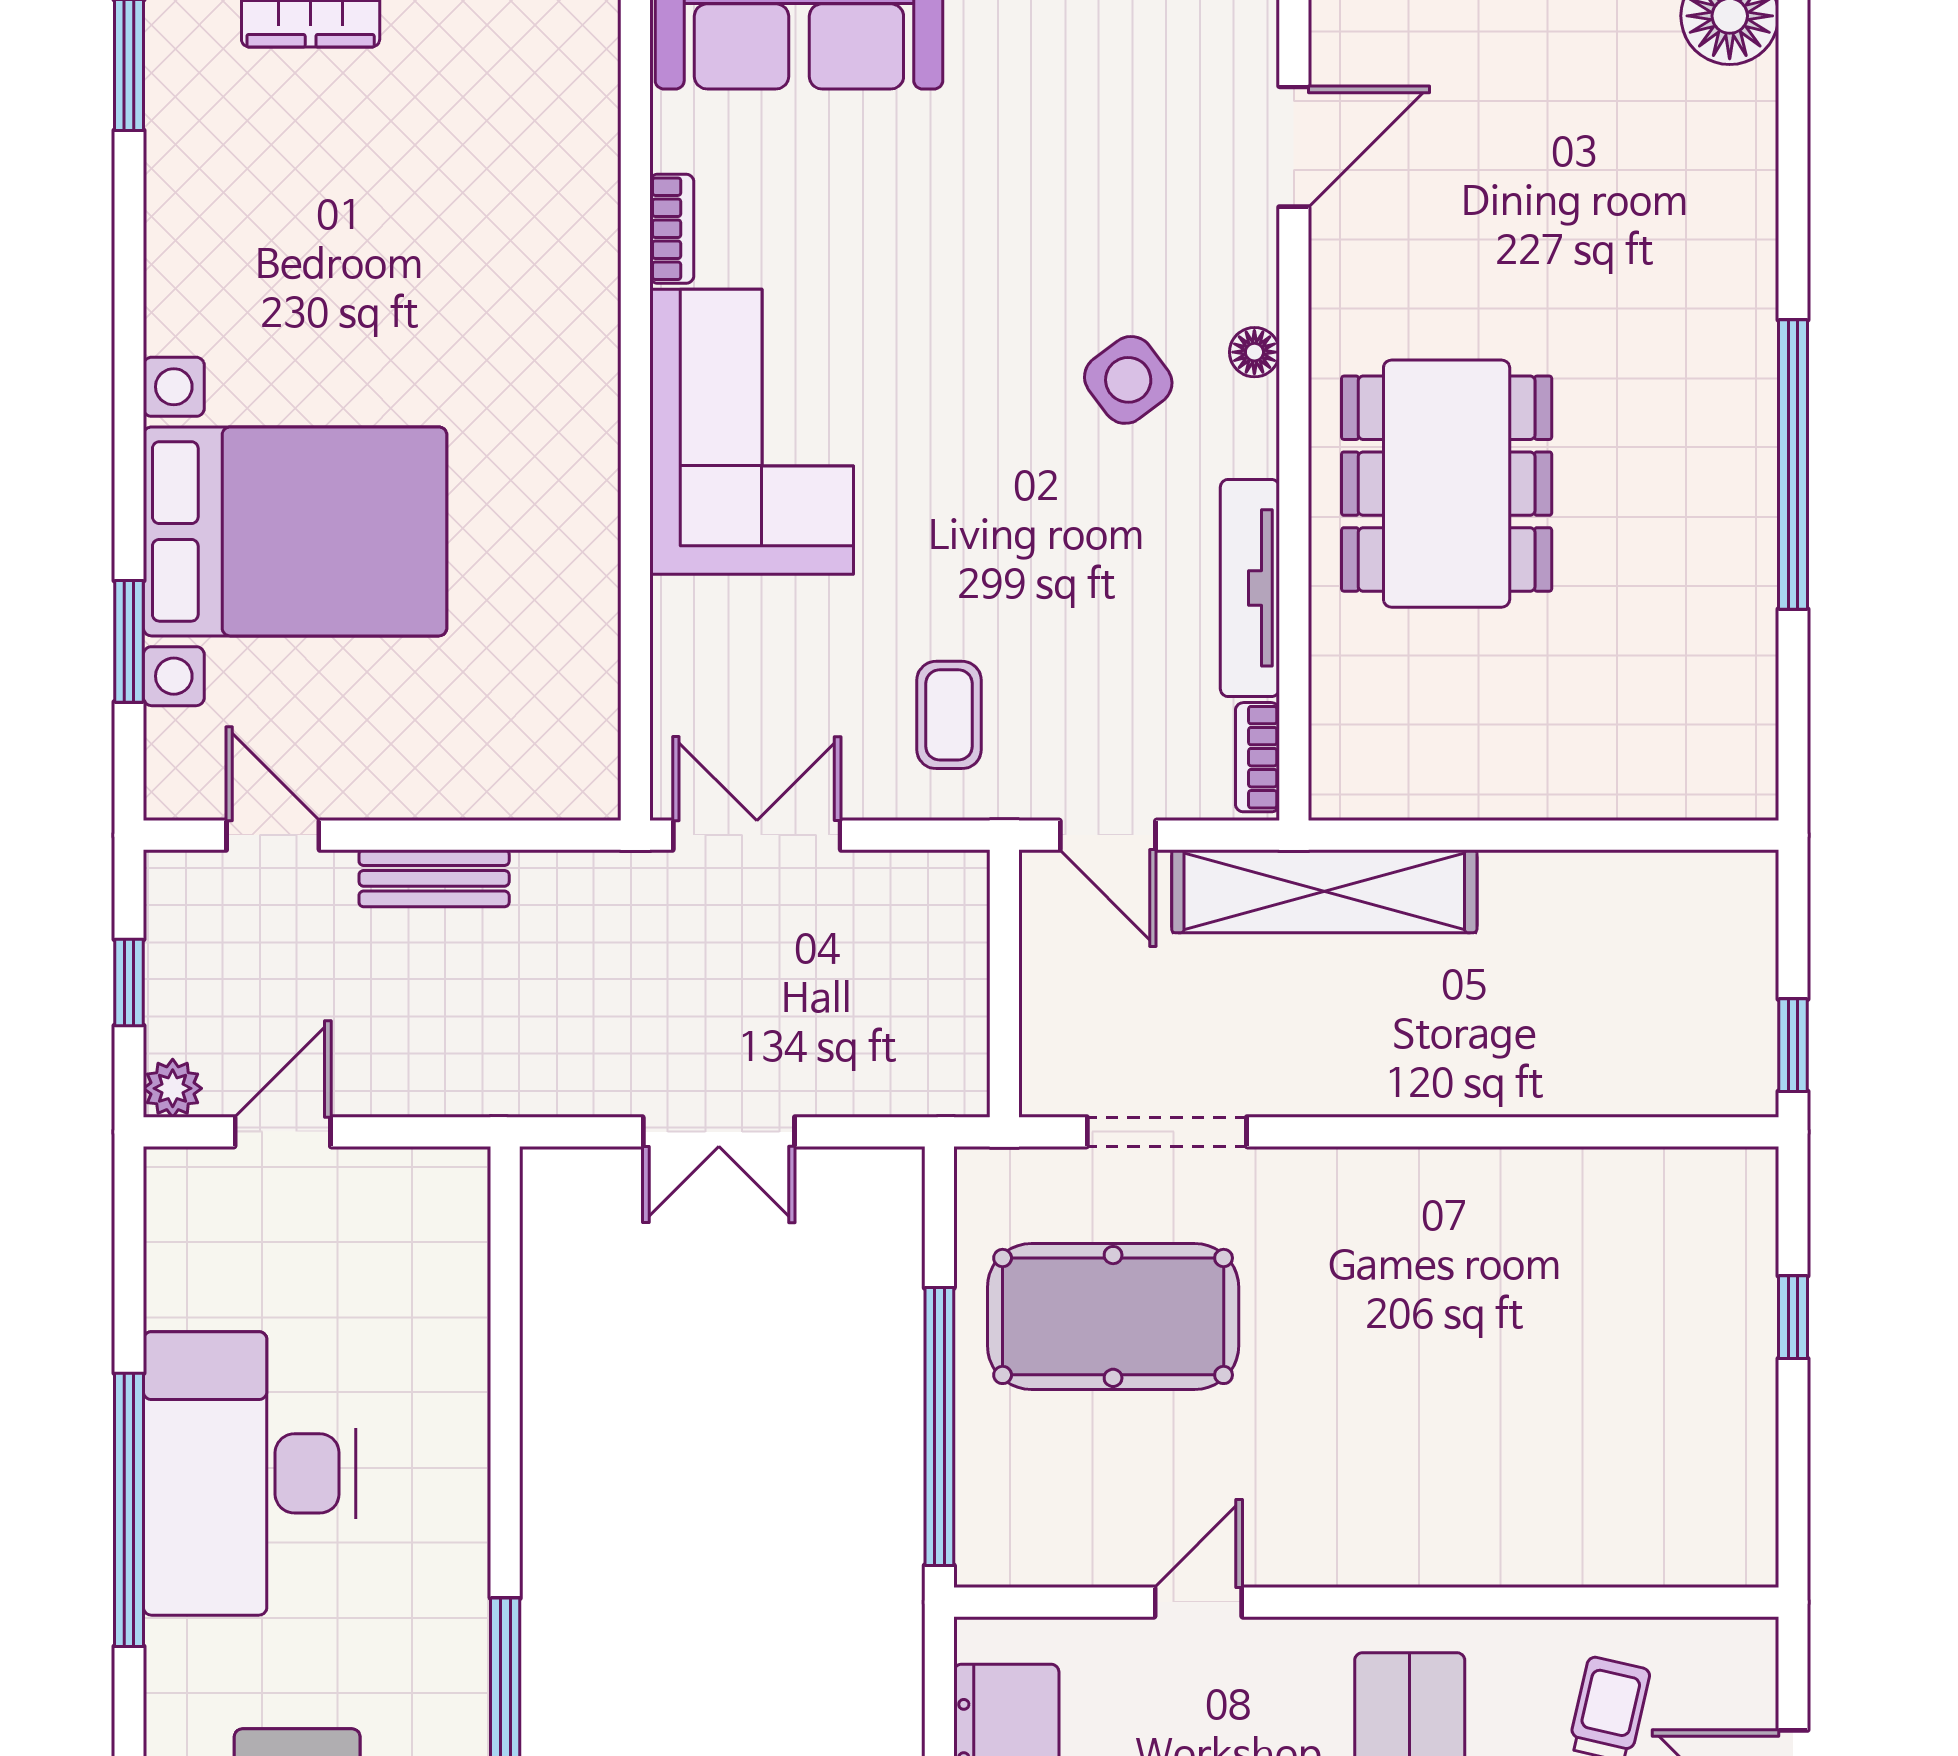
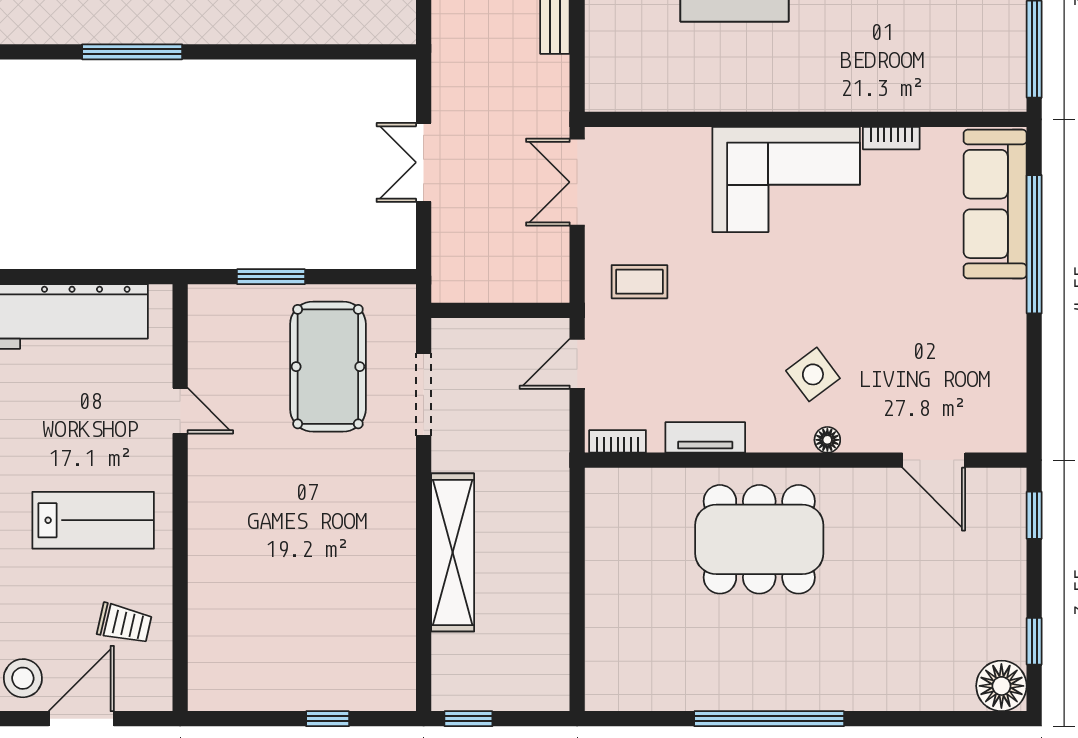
tv unit: (1250, 588) -> (705, 437), width x0.71
double door: (757, 835) -> (577, 182), swing flipped
shelving: (1324, 891) -> (453, 552), moved
window: (939, 1427) -> (271, 277), width x0.47

